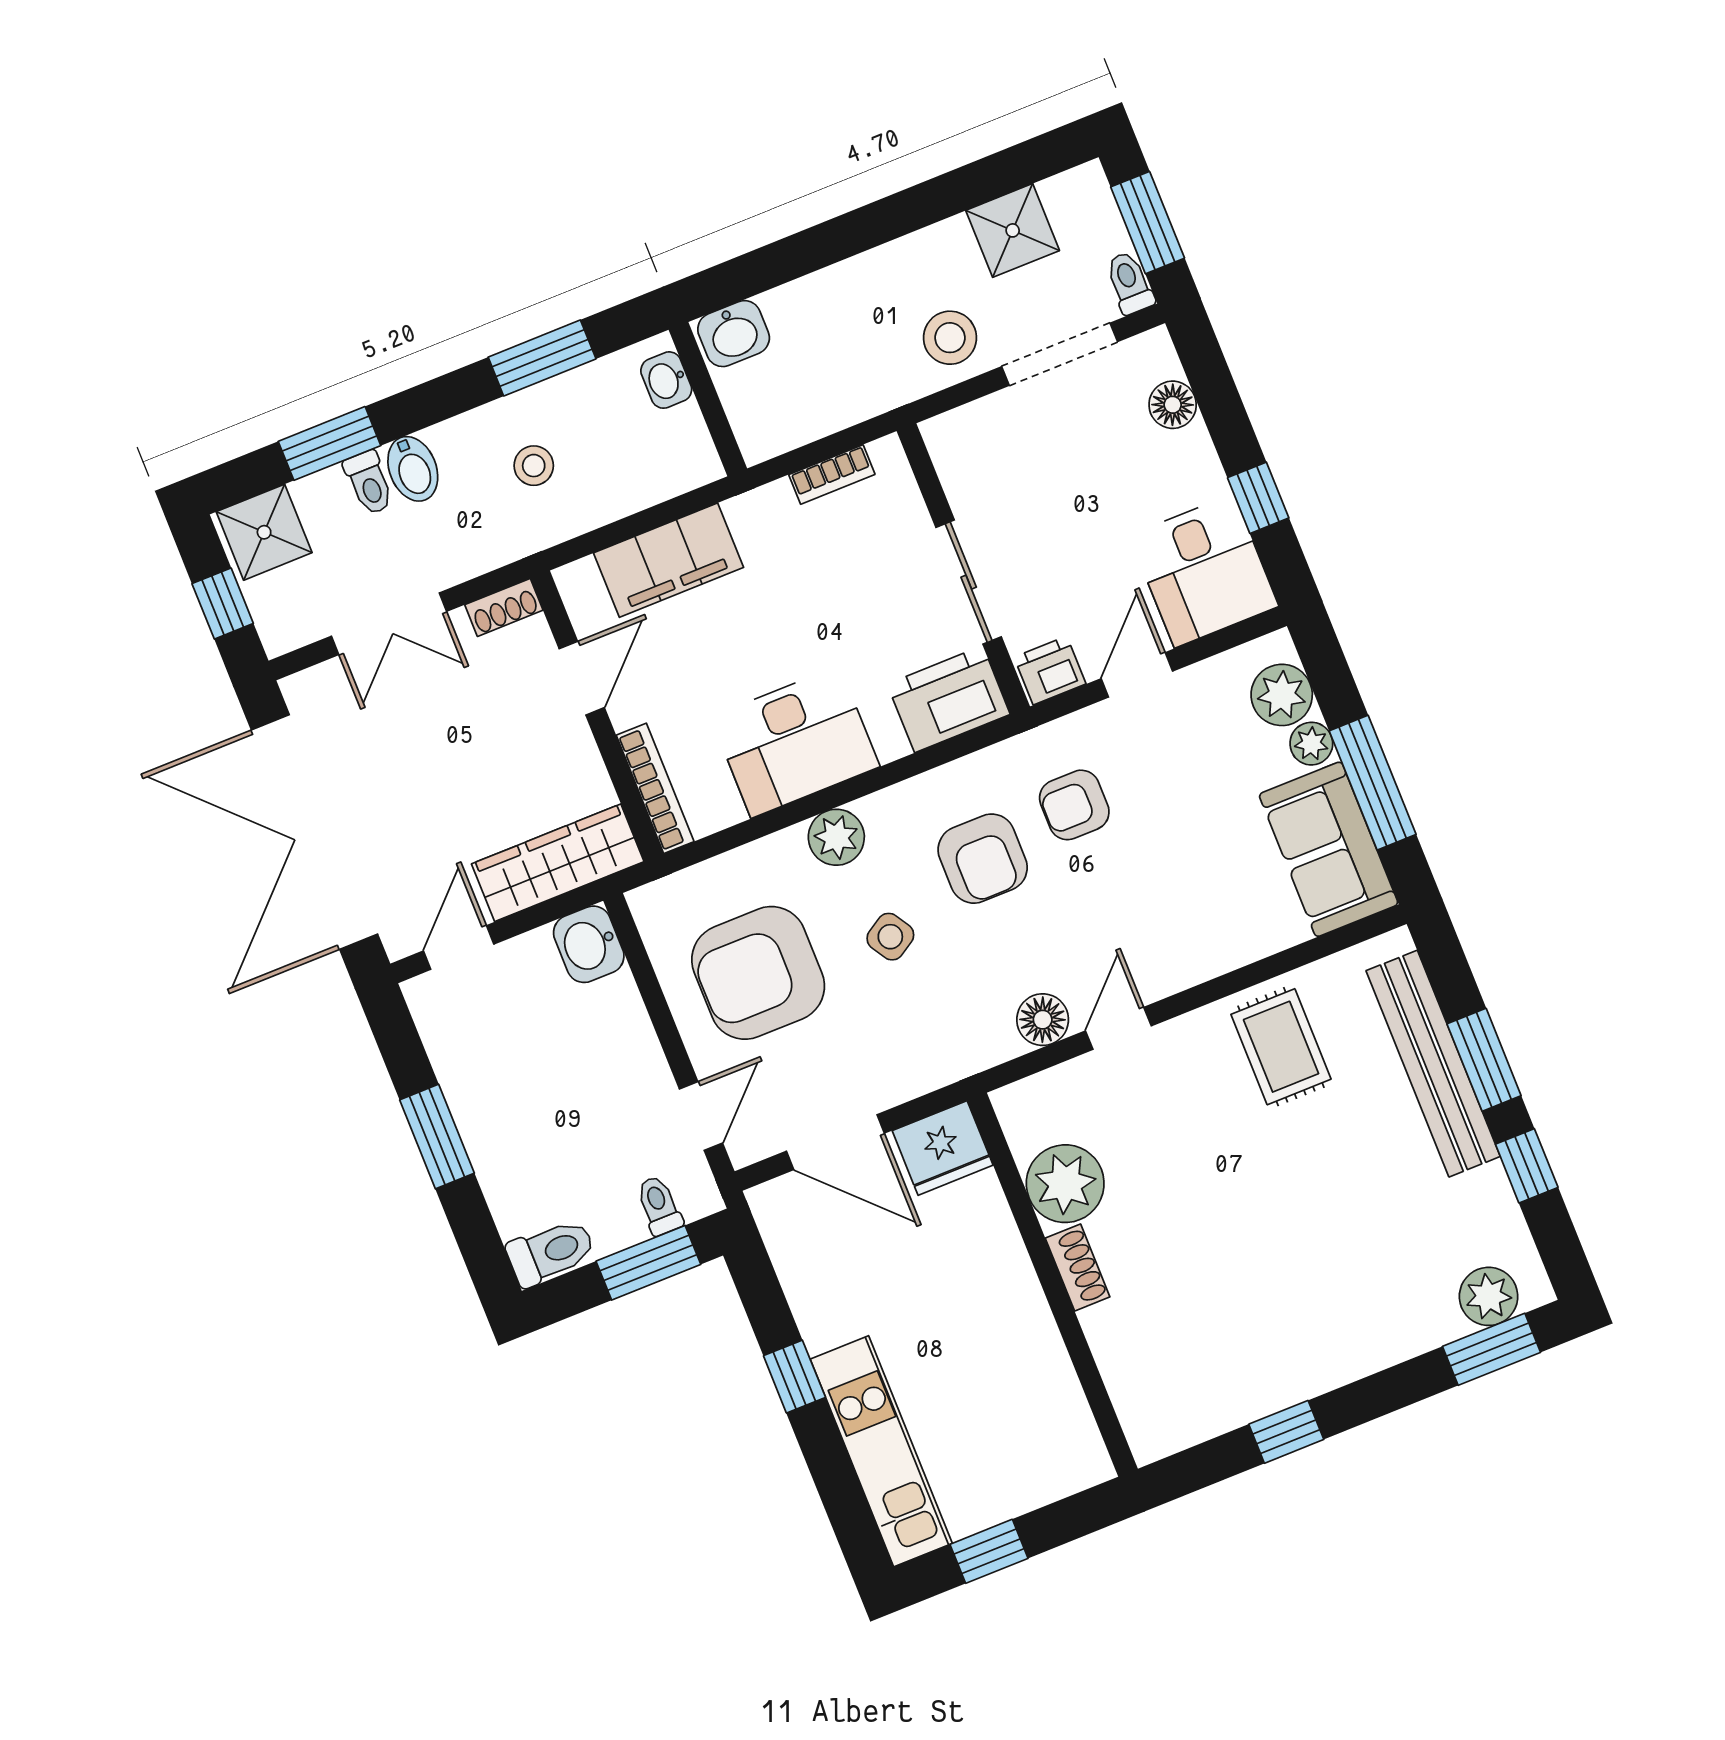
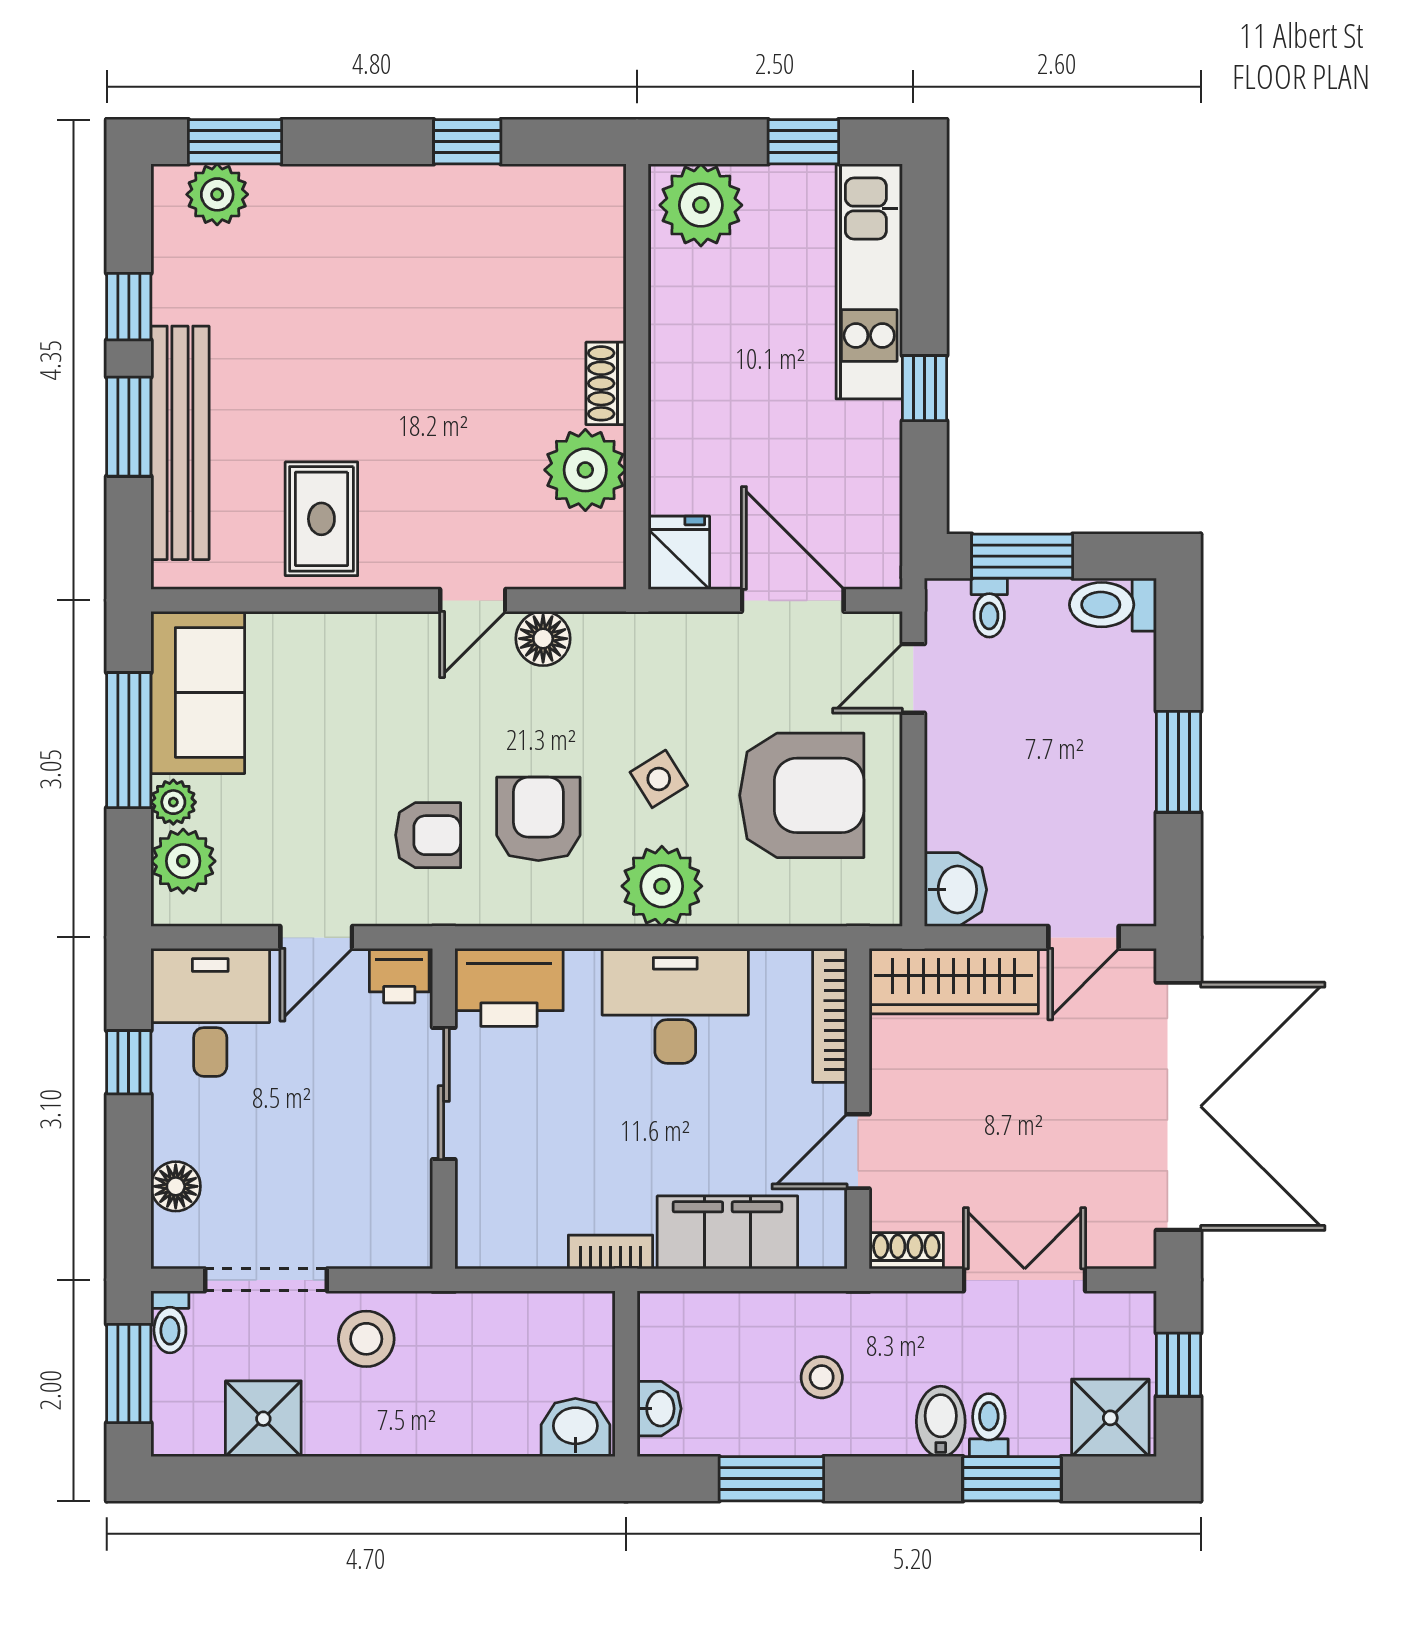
bookcase: (832, 474) -> (611, 1252), moved
plant: (836, 837) -> (662, 886), width x1.36, depth x1.36
fridge: (943, 1148) -> (679, 553), width x0.72
plant: (1057, 1459) -> (701, 205), added

